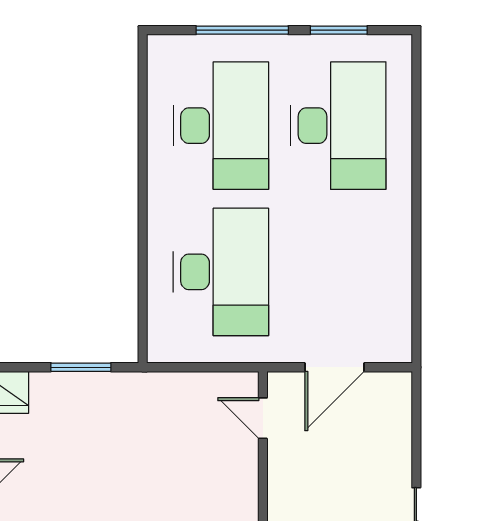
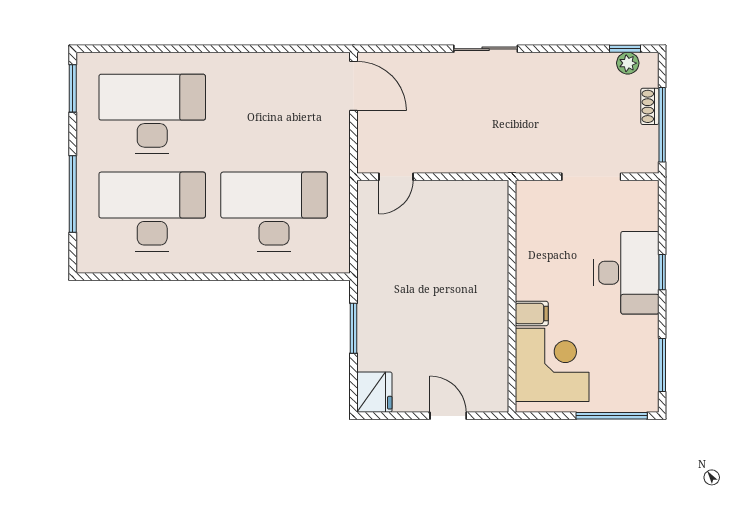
window: (339, 30) -> (73, 88), moved
door: (334, 367) -> (353, 86), moved

